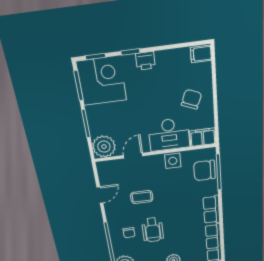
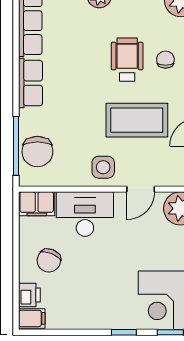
printer: (145, 61) -> (29, 295), moved, turned 90
side table: (173, 161) -> (103, 167), moved
chair: (204, 170) -> (37, 152), turned 90
coffee table: (142, 197) -> (137, 120), width x1.86, depth x1.72

